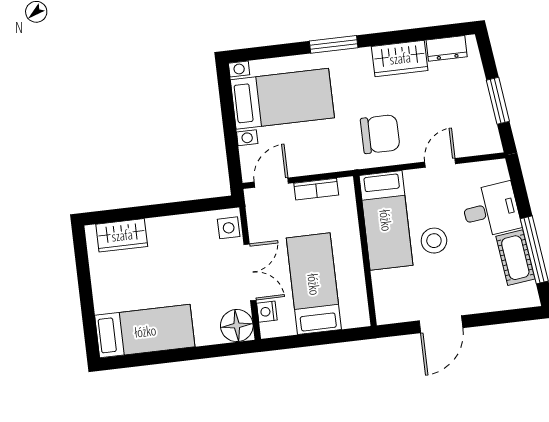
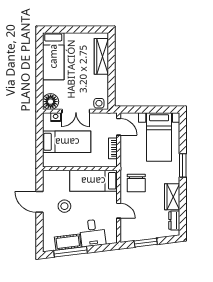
wardrobe: (122, 235) -> (101, 56), width x1.50
stool: (434, 241) -> (64, 206), moved

